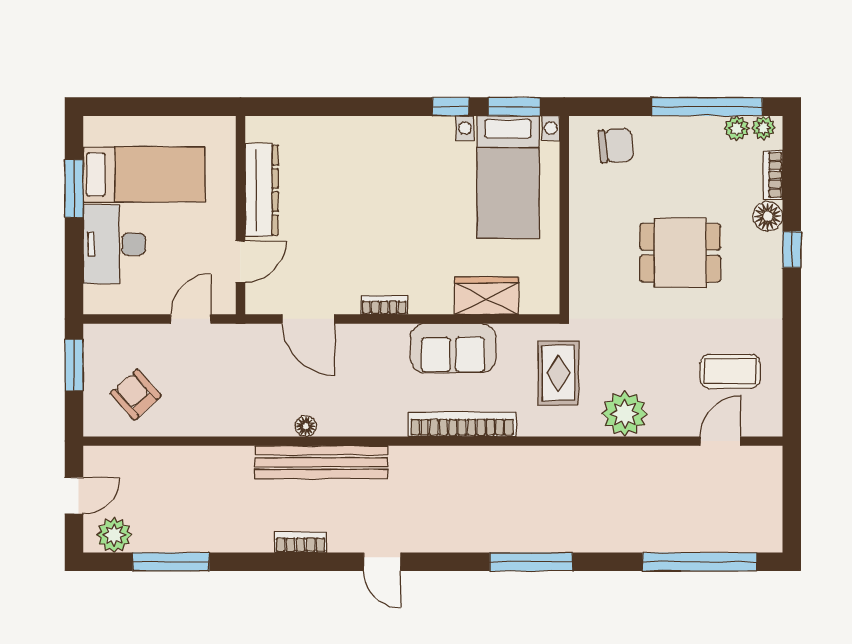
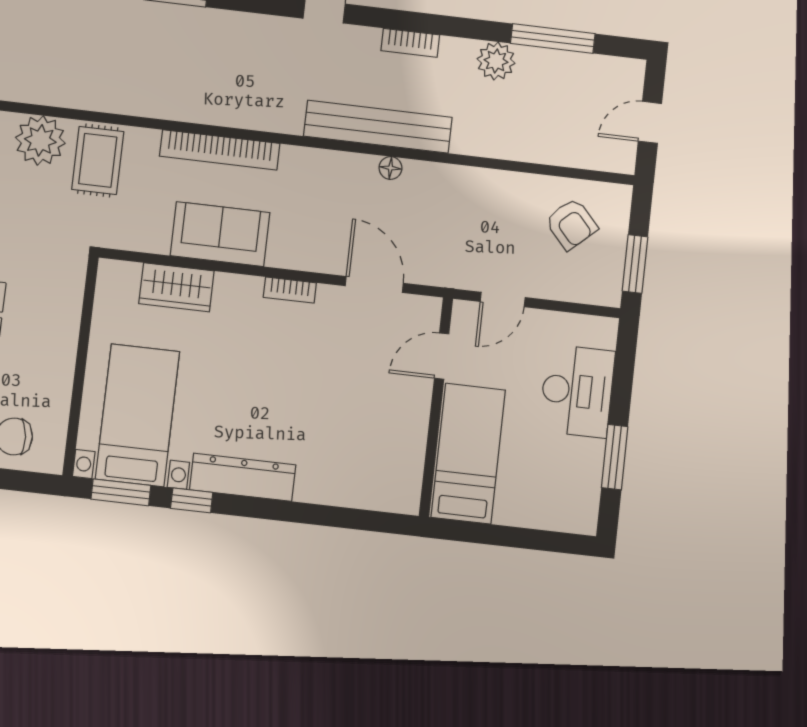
bed: (144, 174) -> (468, 454), moved, turned 90
dresser: (262, 190) -> (243, 477), moved, turned 90
rug: (558, 373) -> (98, 160), moved
plant: (114, 535) -> (496, 61), moved

